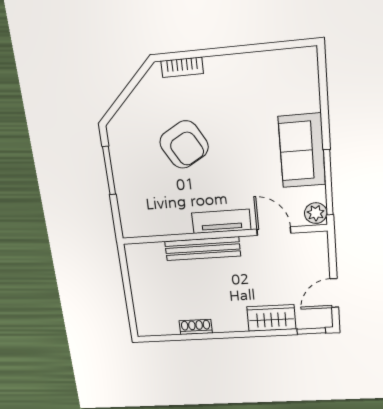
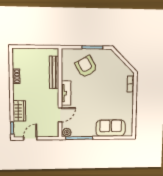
armchair: (184, 145) -> (86, 67), moved, turned 90
sofa: (302, 151) -> (111, 128), moved
bench: (203, 249) -> (54, 72), moved
door: (334, 293) -> (30, 139), hinge flipped

